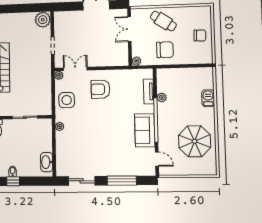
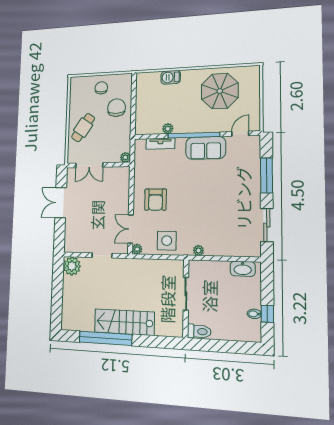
chair: (165, 50) -> (116, 108), moved

